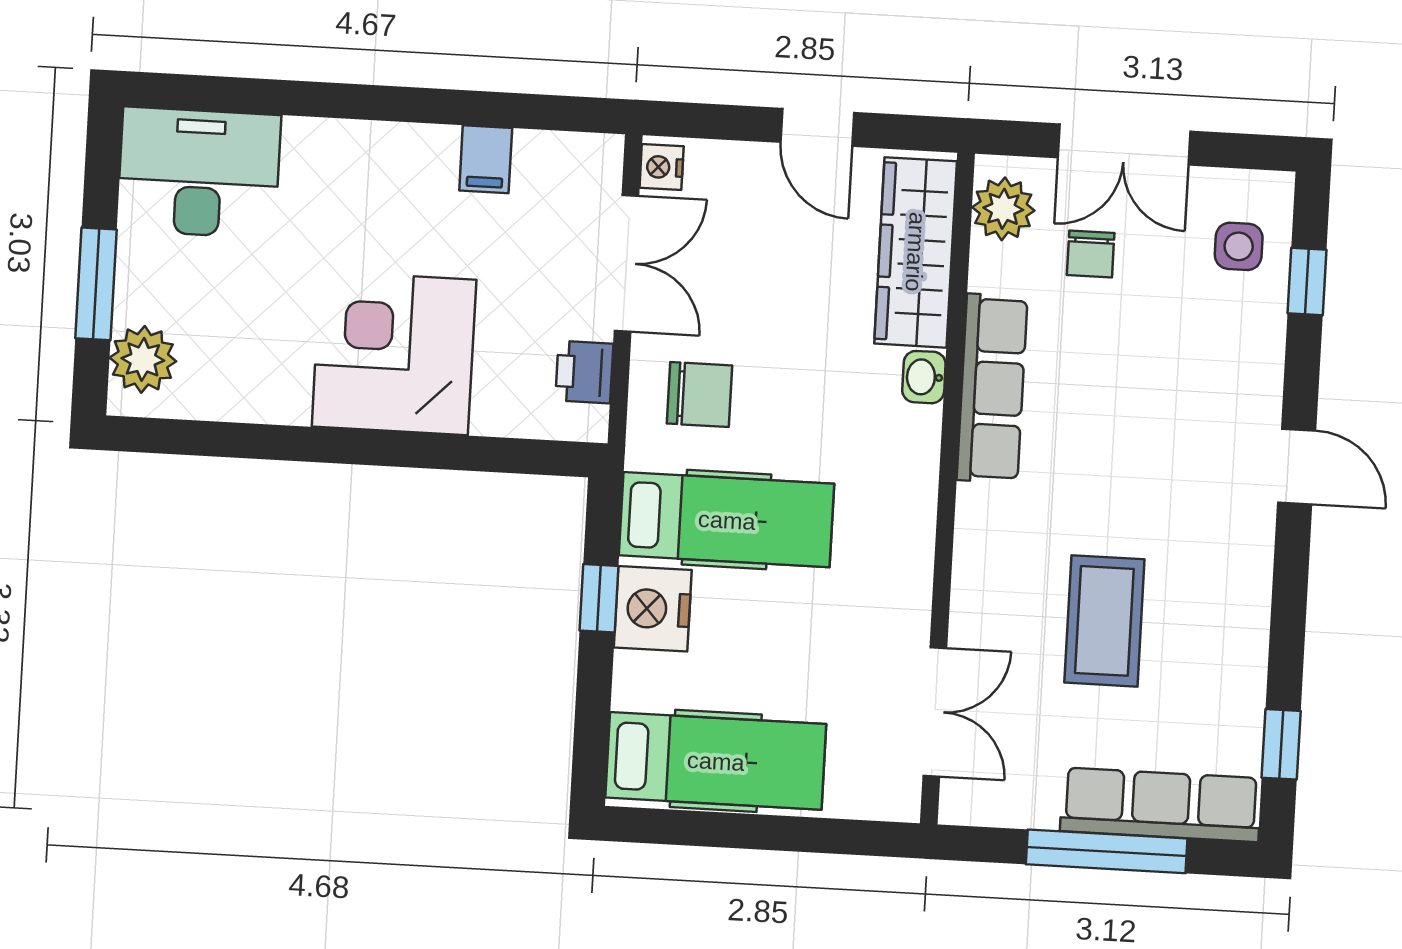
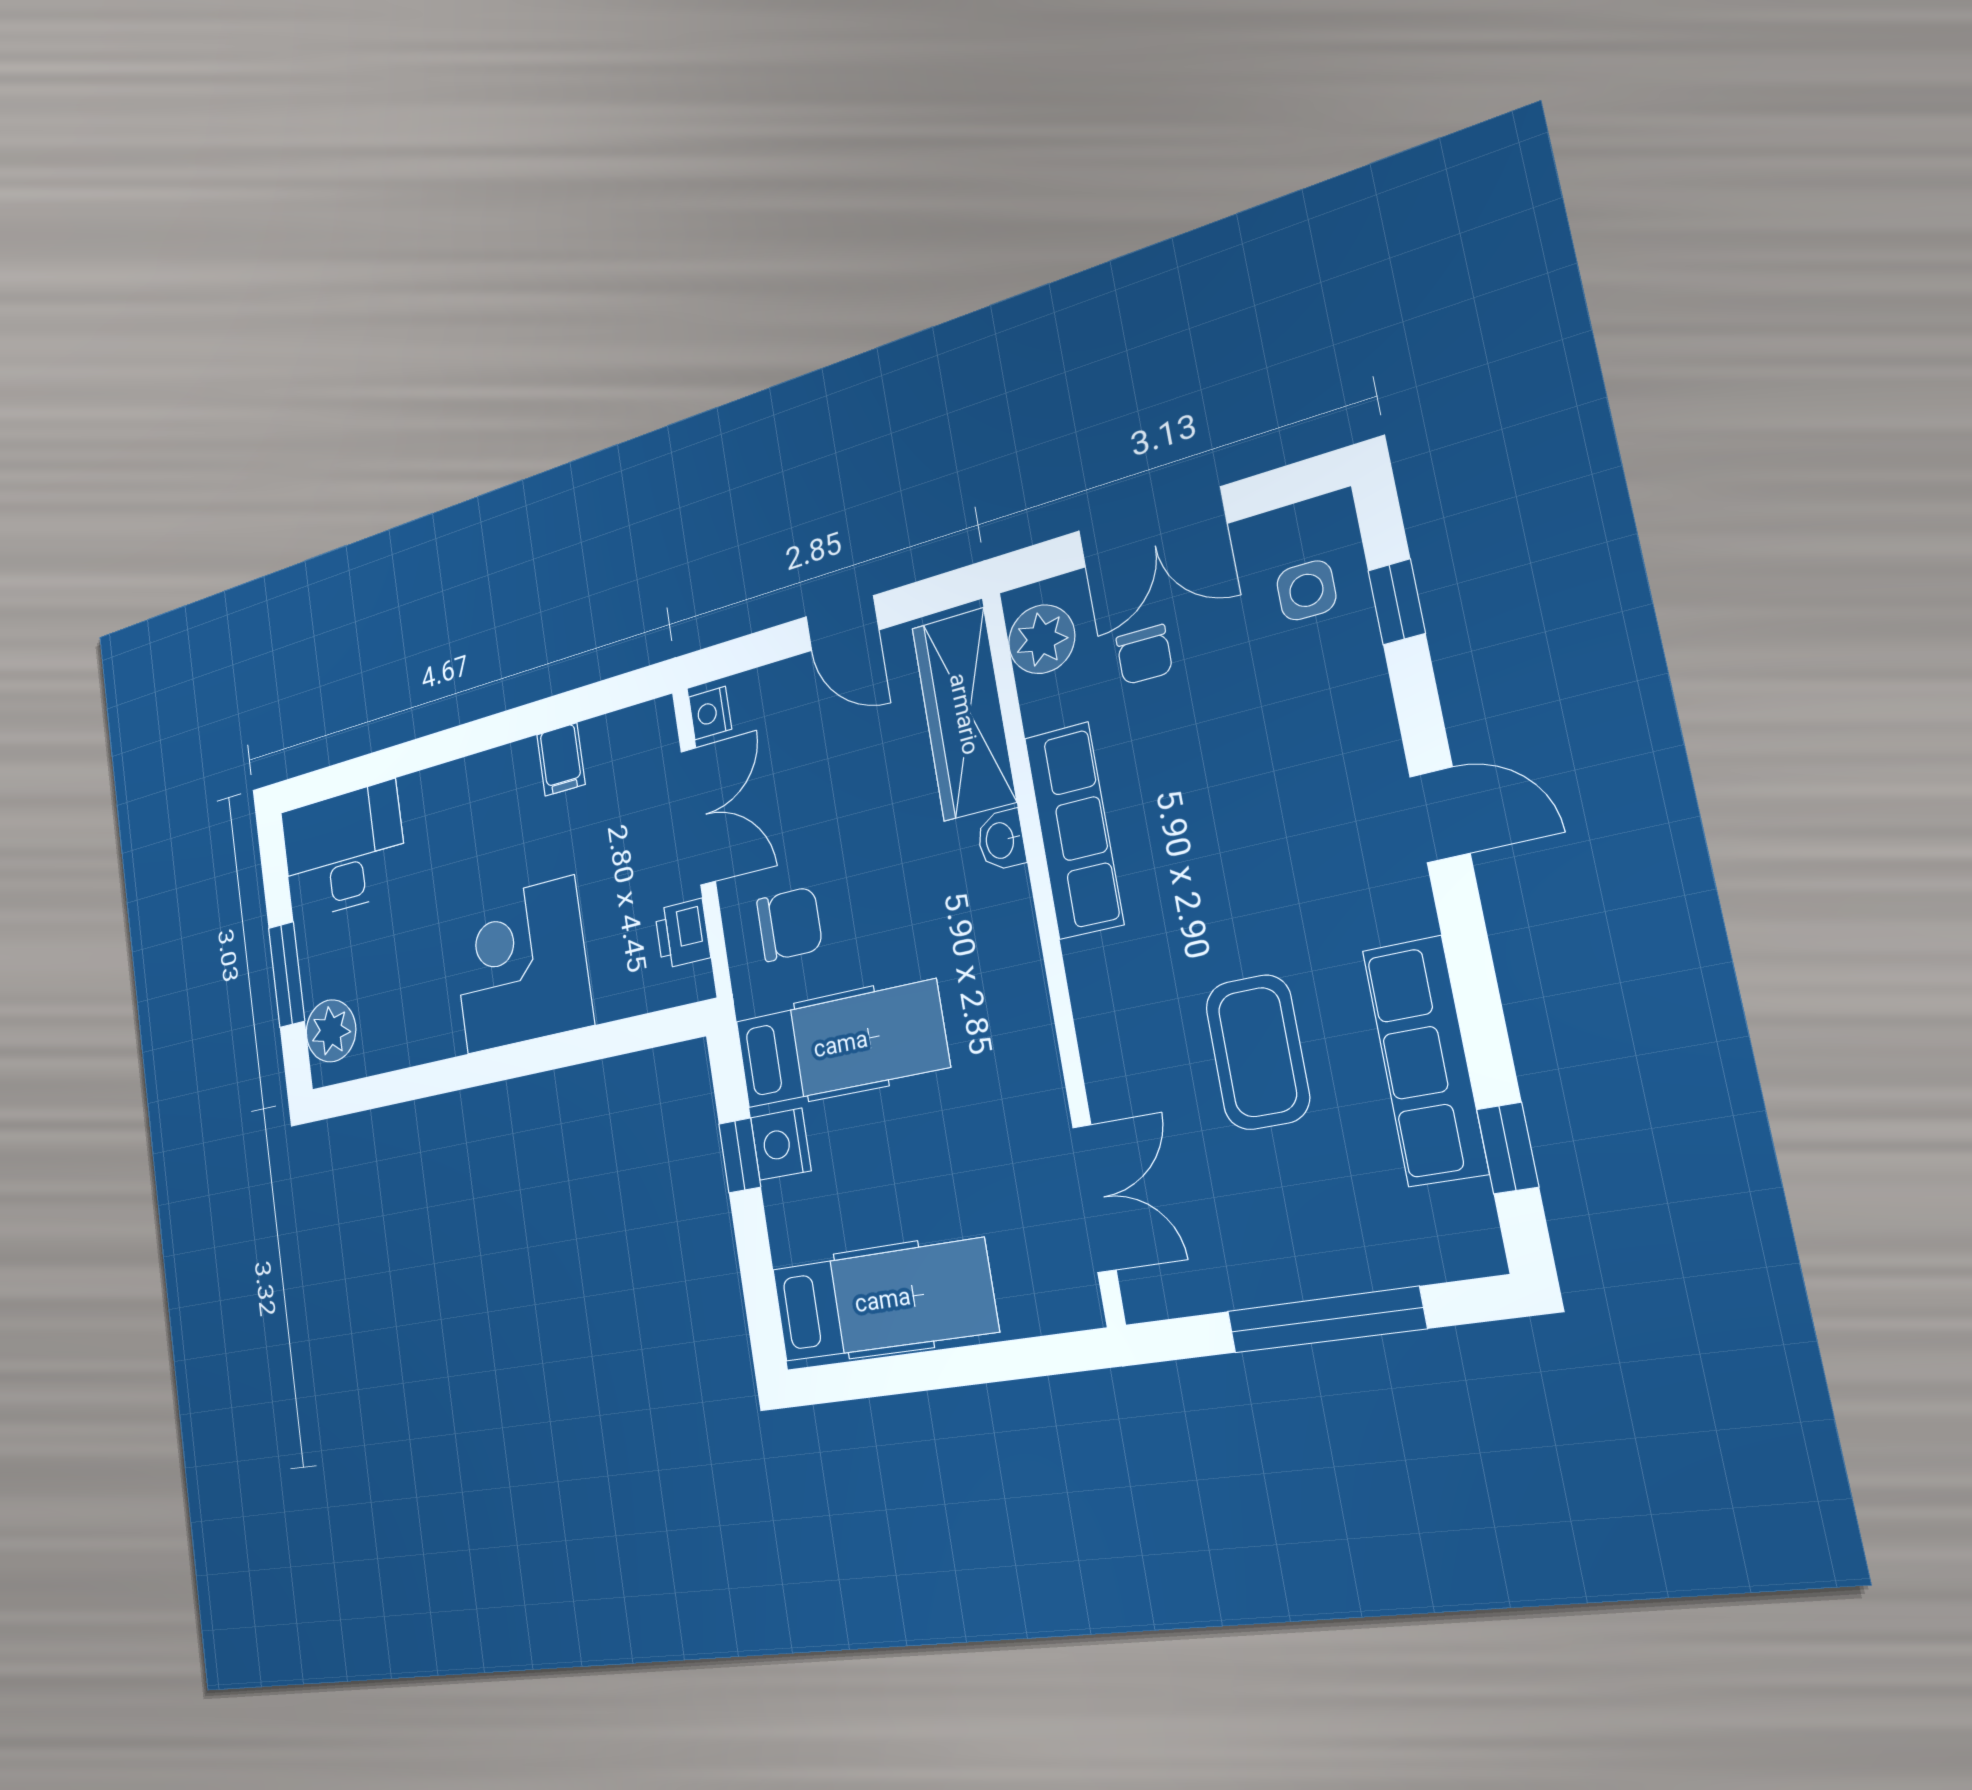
nightstand: (653, 609) -> (781, 1144), width x0.74, depth x0.75
row of seats: (1161, 805) -> (1425, 1061), moved, turned -90

